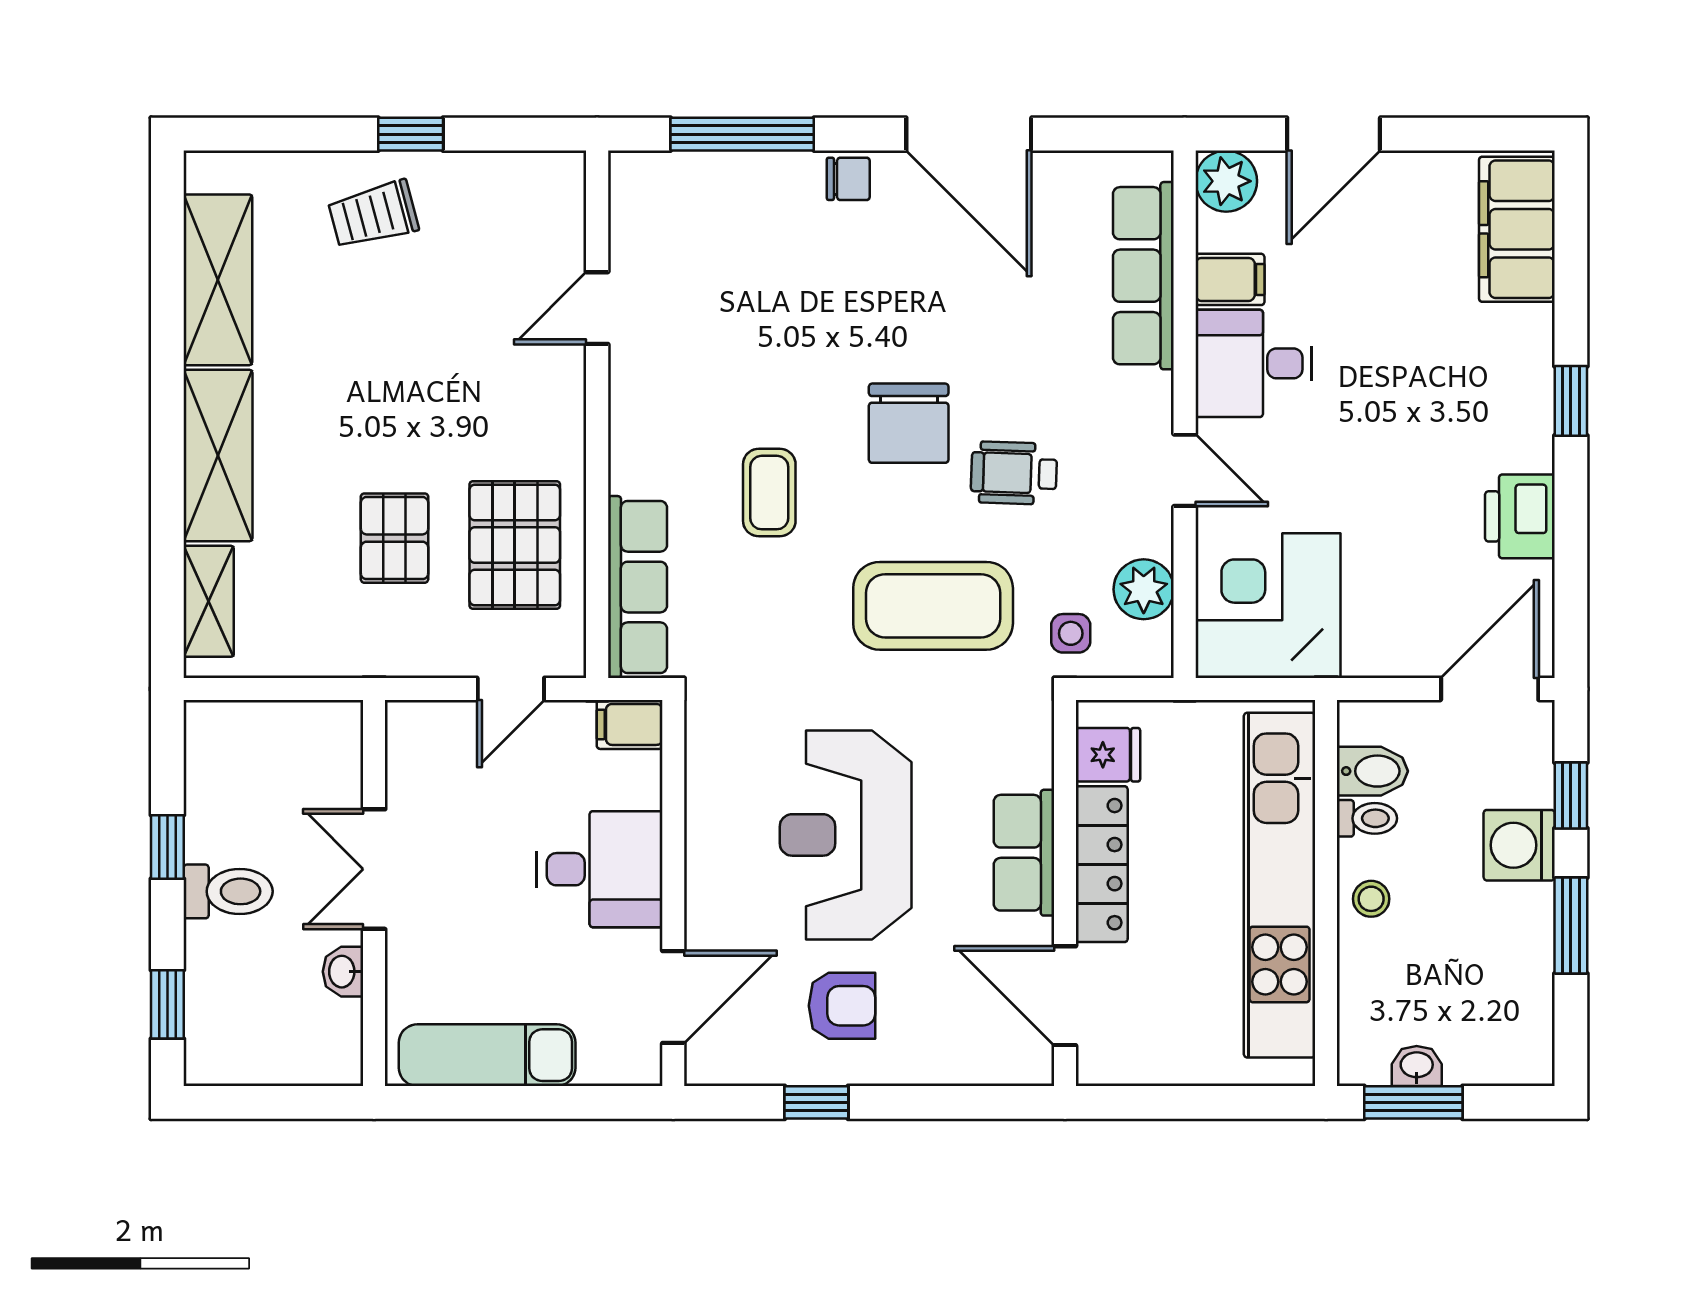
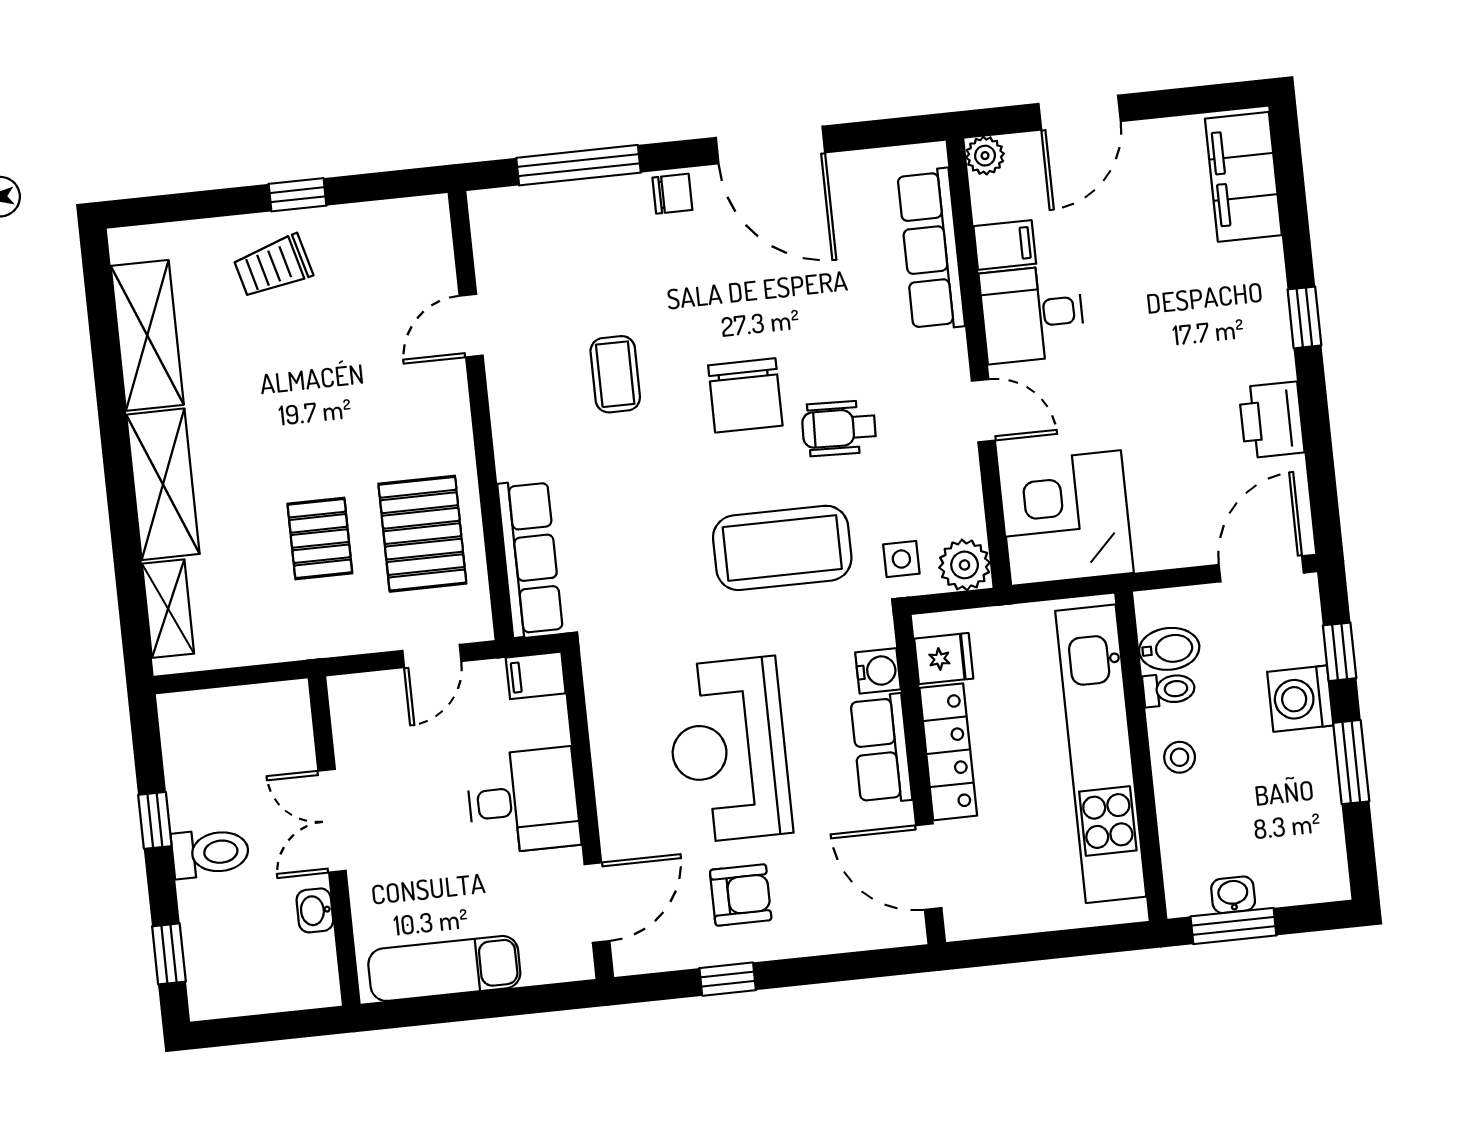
plant: (1226, 181) -> (985, 156), width x0.73, depth x0.73
coffee table: (769, 493) -> (615, 374), moved
plant: (1144, 589) -> (965, 565), moved
water cooler: (1030, 761) -> (878, 671), added

